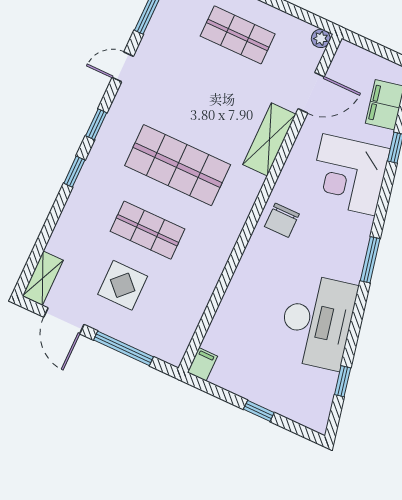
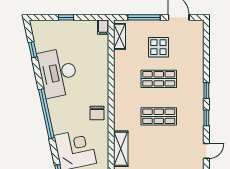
shop shelf: (178, 165) -> (159, 116), width x0.70, depth x0.74
chair: (282, 220) -> (97, 113), turned 180
window: (370, 260) -> (46, 114), width x2.11
shelving: (43, 278) -> (119, 36), moved

